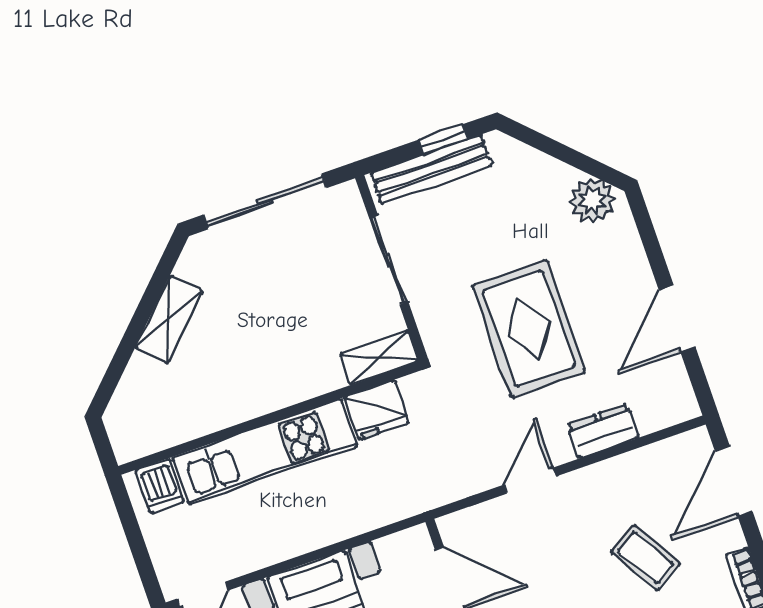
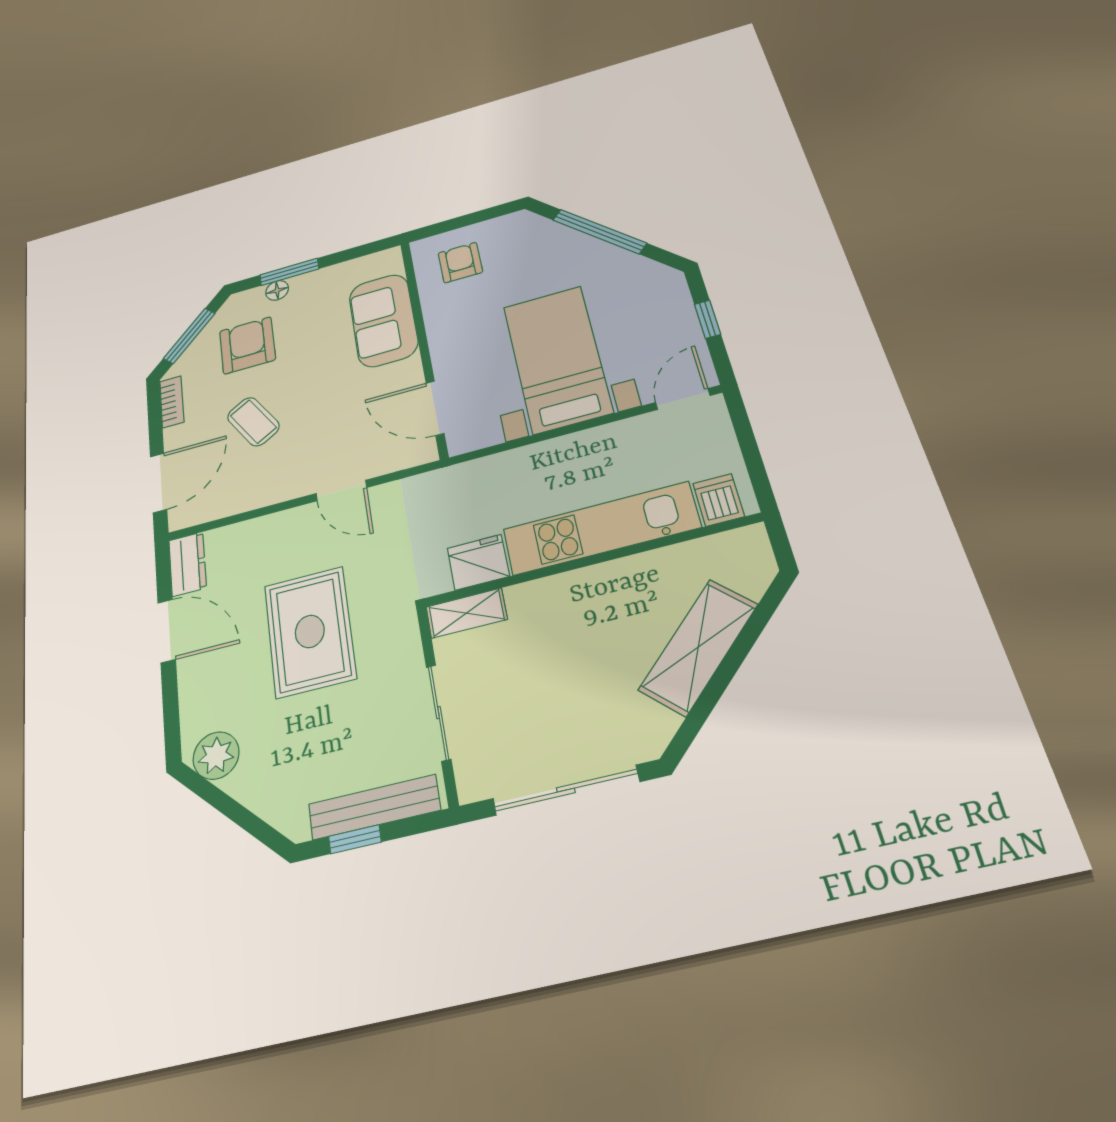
door: (677, 318) -> (167, 631), hinge flipped
shelving: (169, 319) -> (698, 647), width x1.50, depth x1.33
dresser: (603, 431) -> (188, 564), moved, turned -90
door: (530, 481) -> (341, 491), hinge flipped

